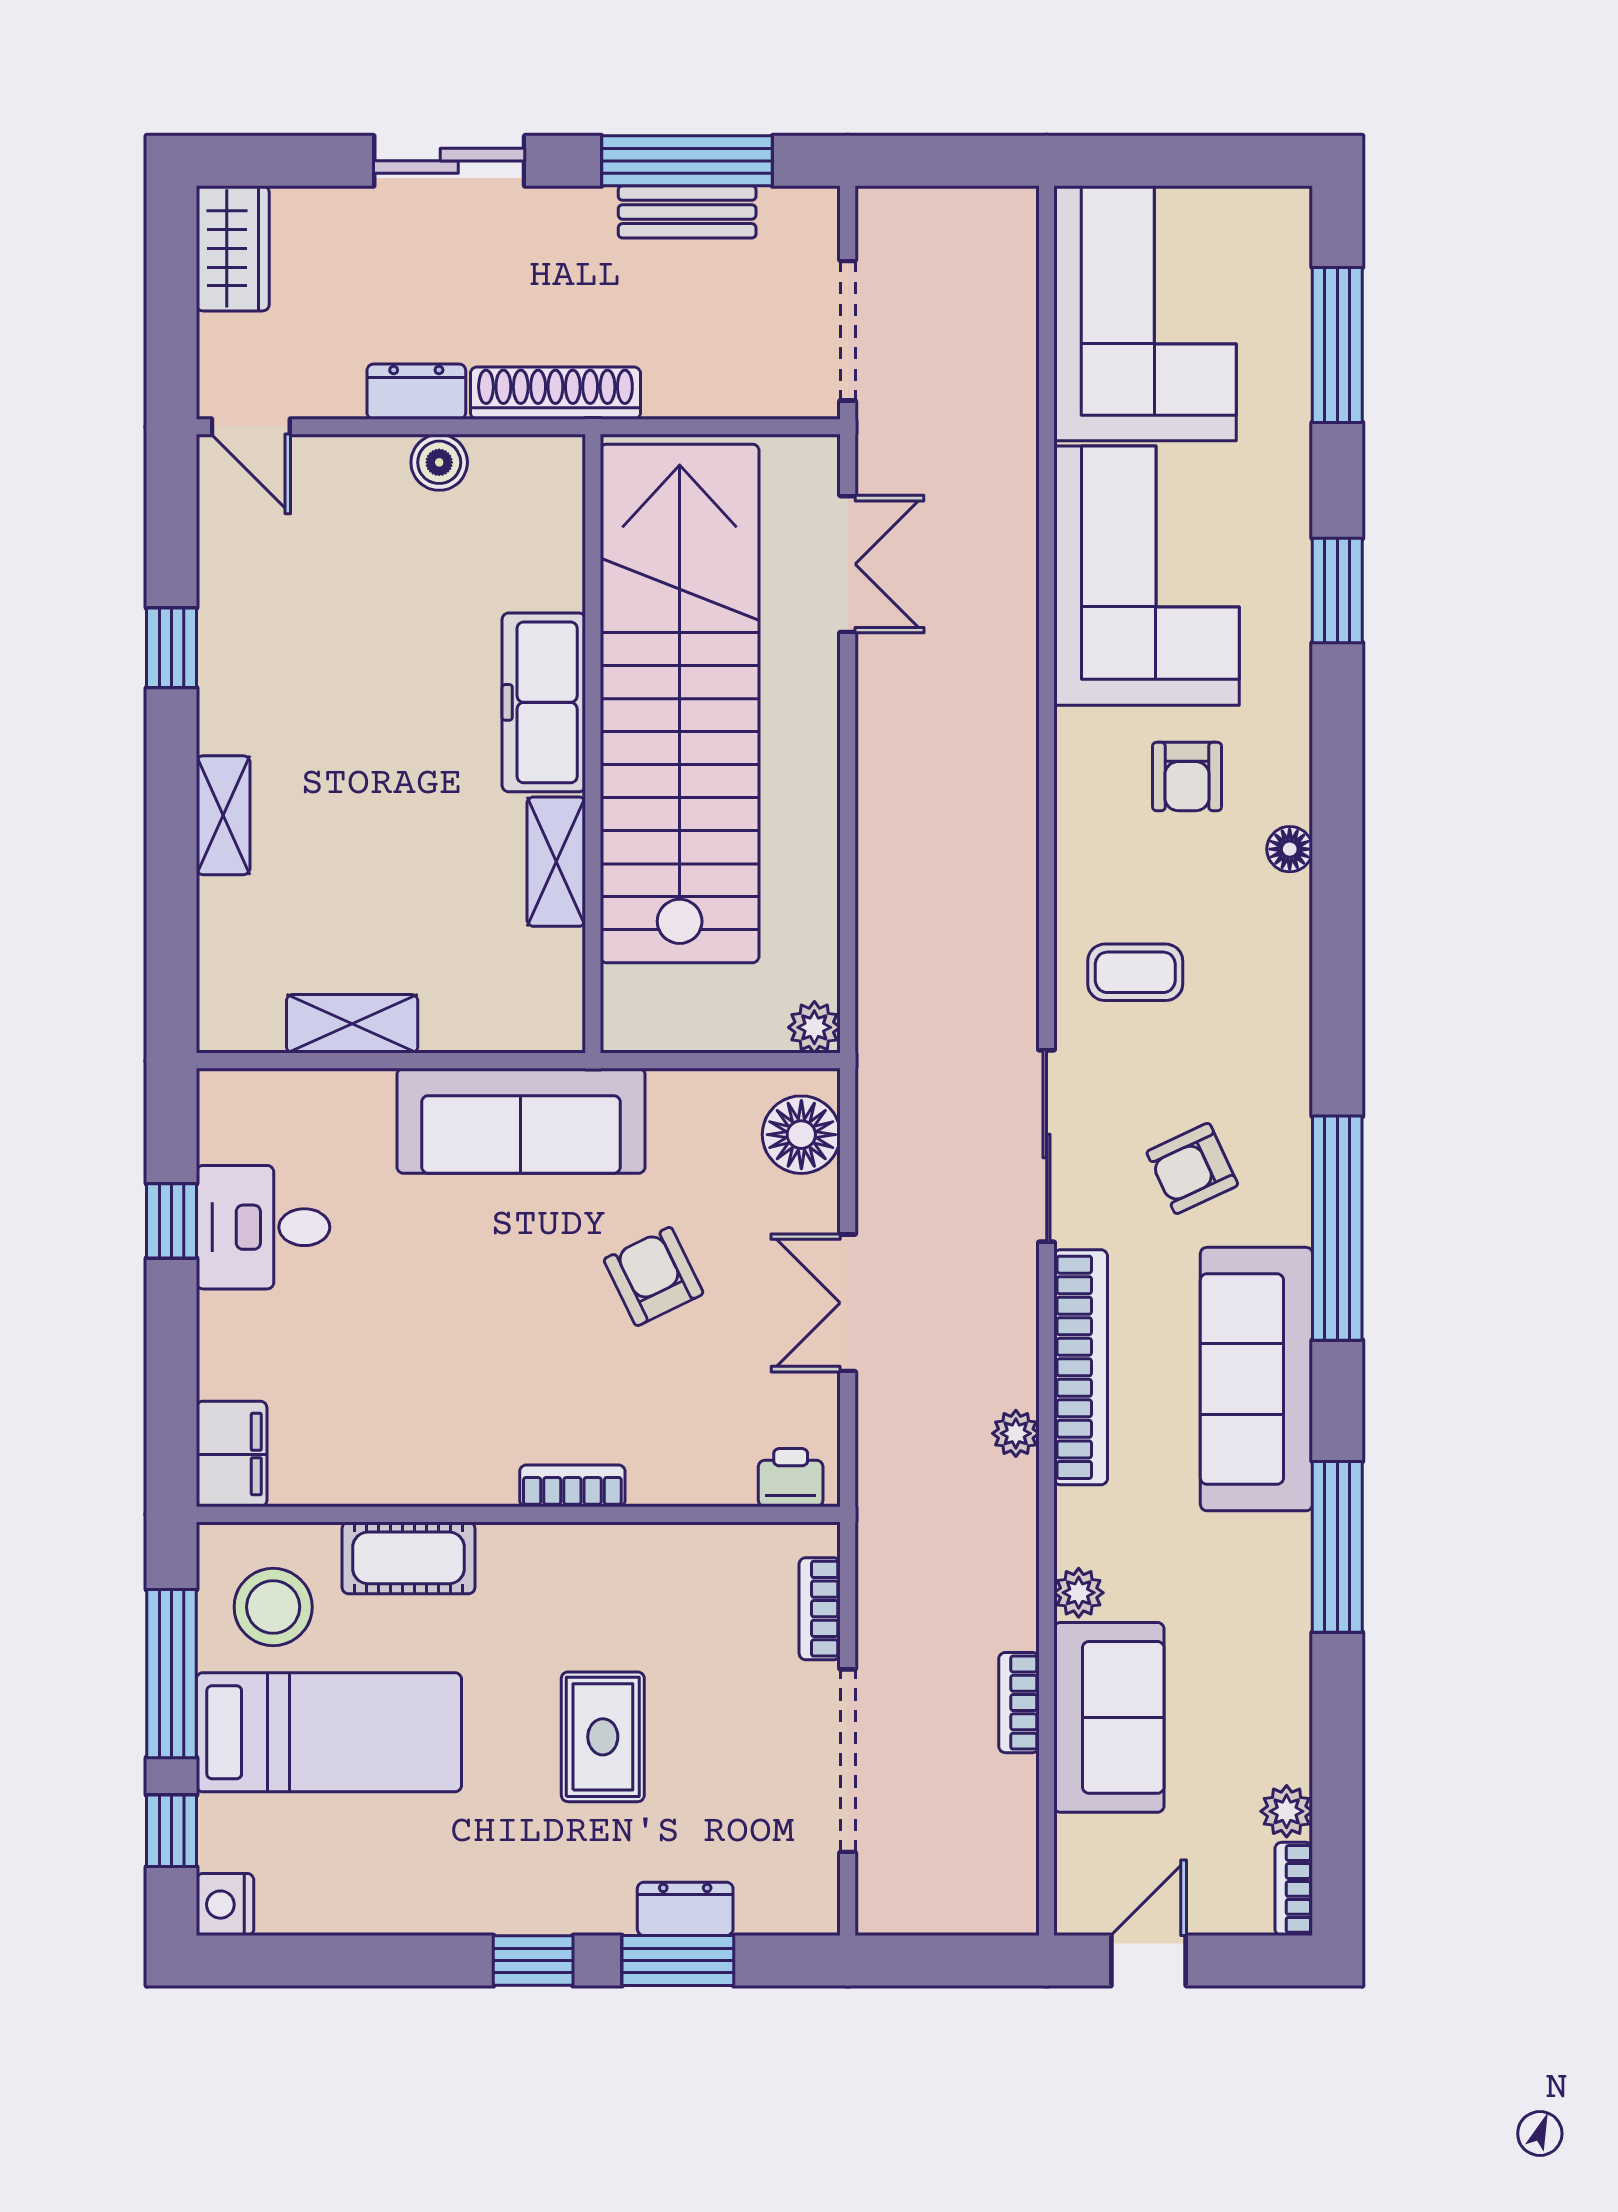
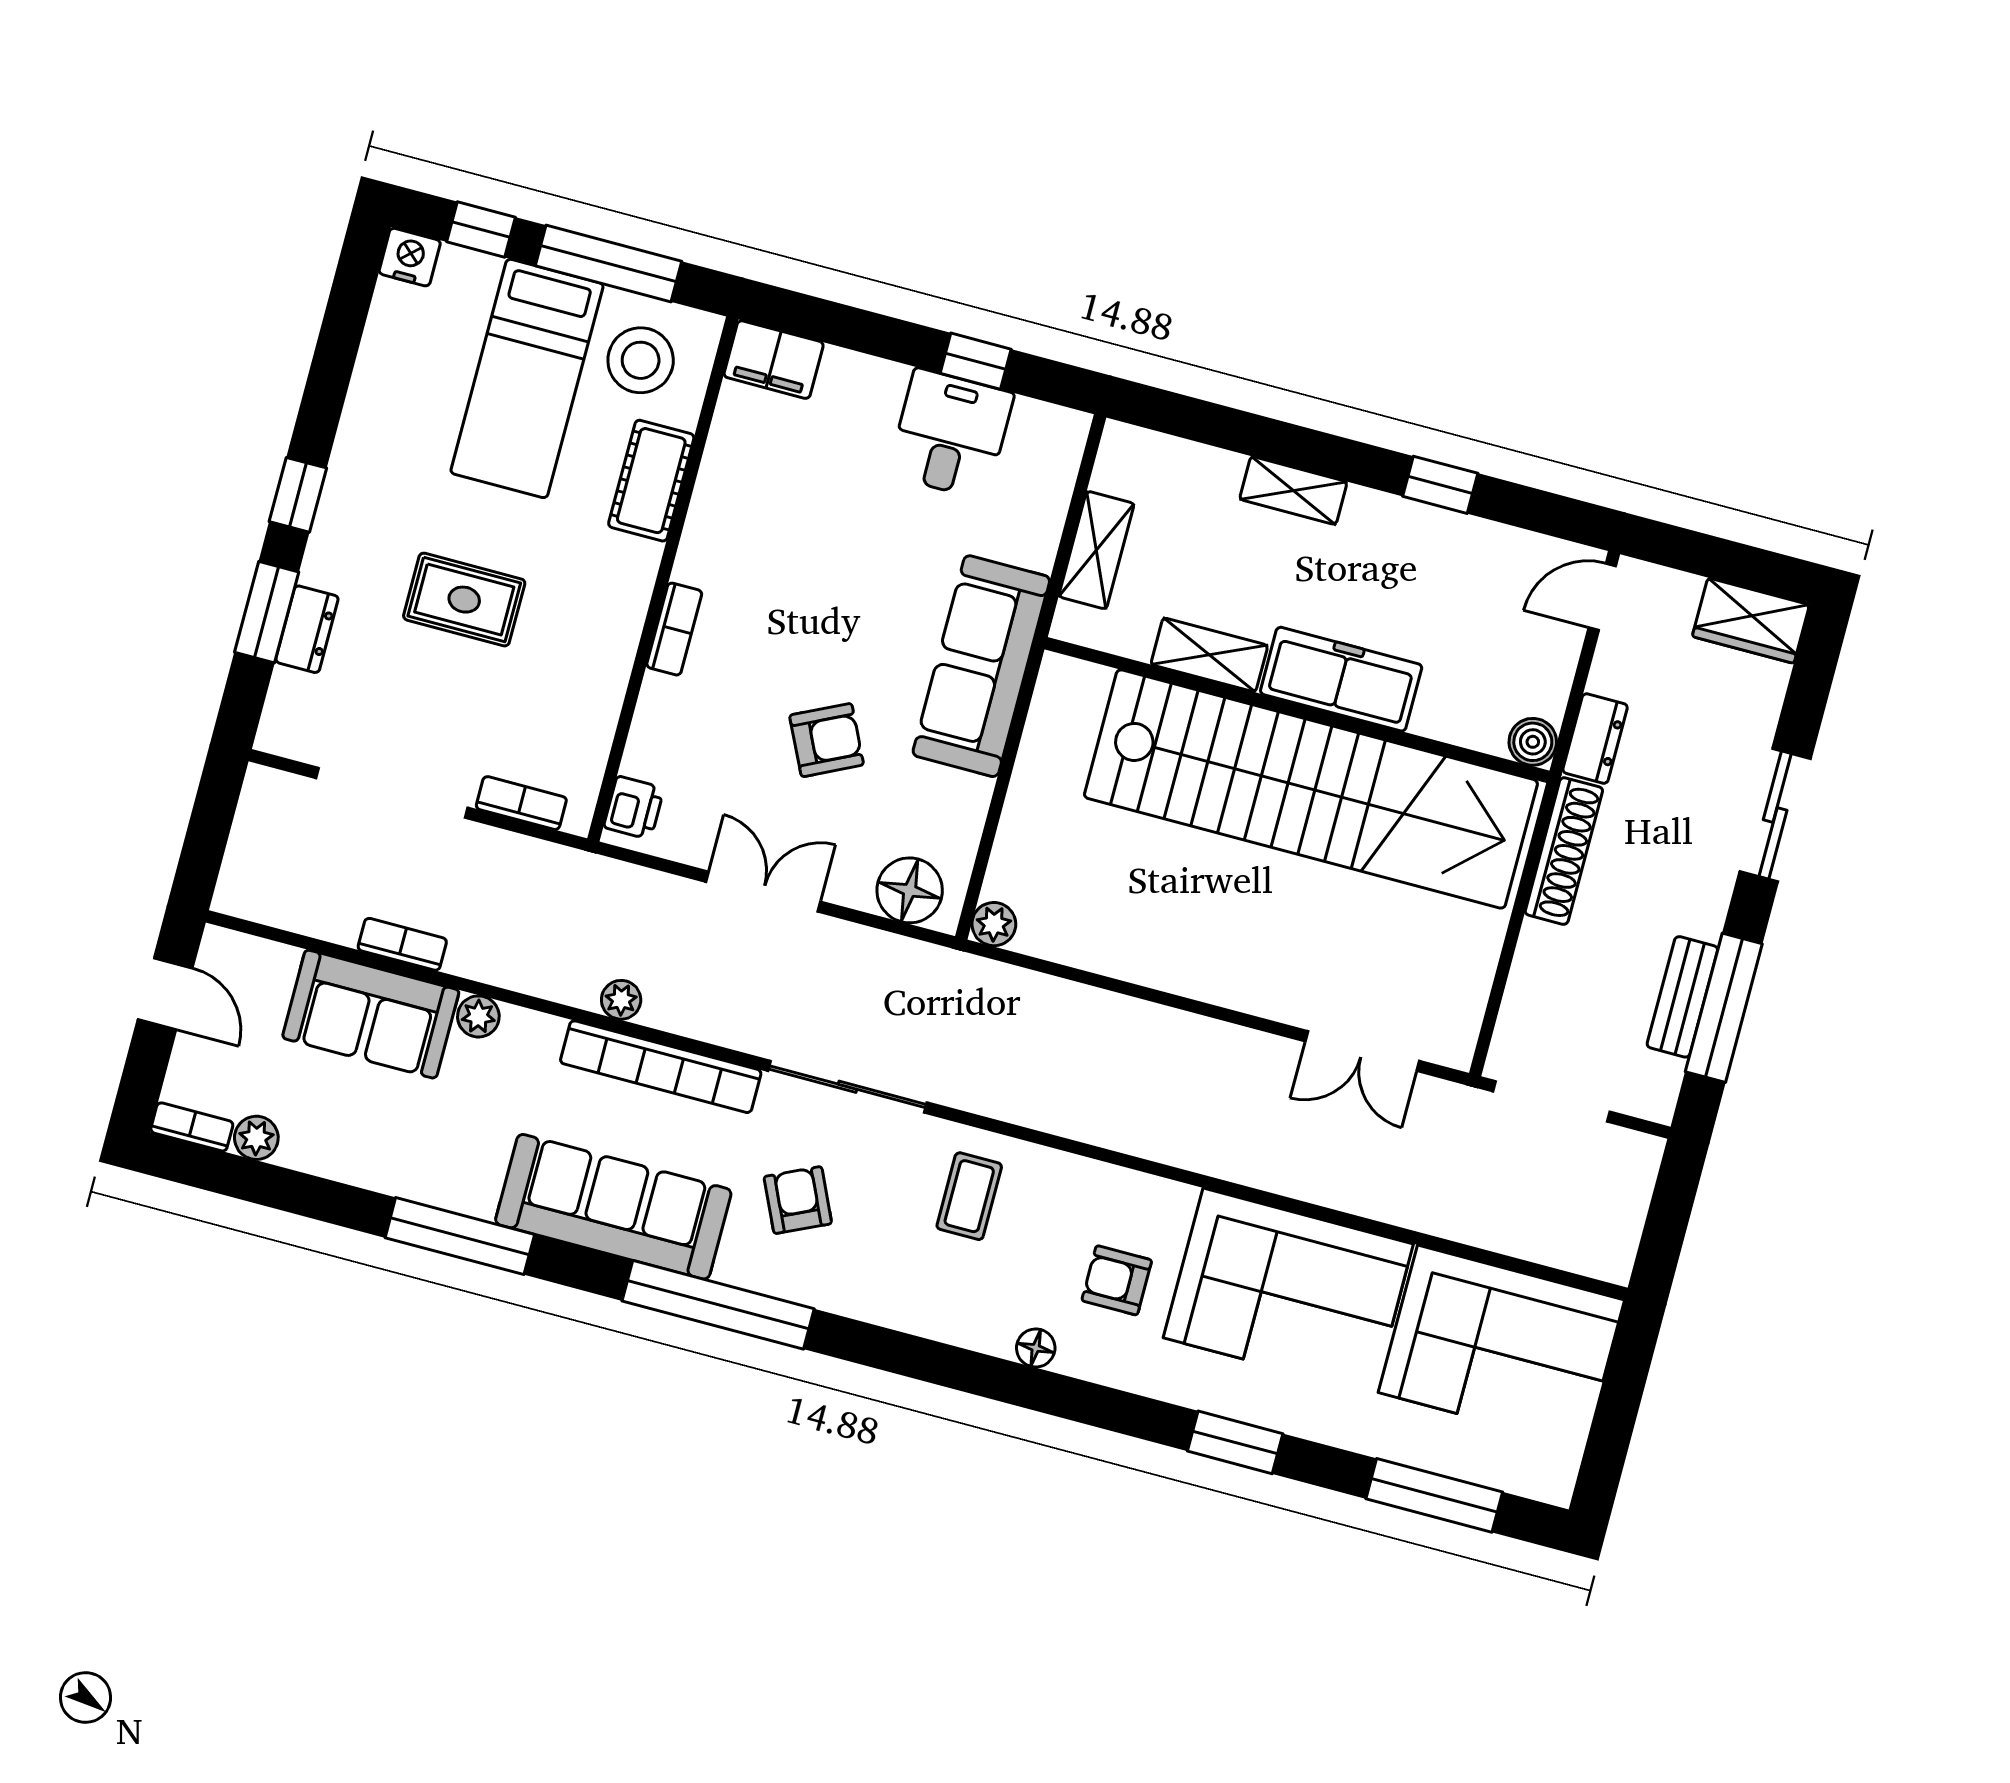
freezer: (544, 702) -> (1341, 679), moved
stairs: (680, 703) -> (1311, 789), moved
wall: (593, 744) -> (1297, 710), moved
shelving: (556, 862) -> (1209, 655), moved

